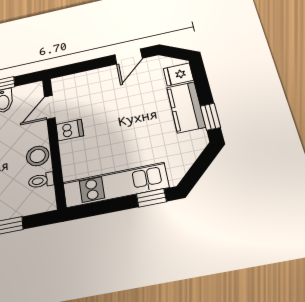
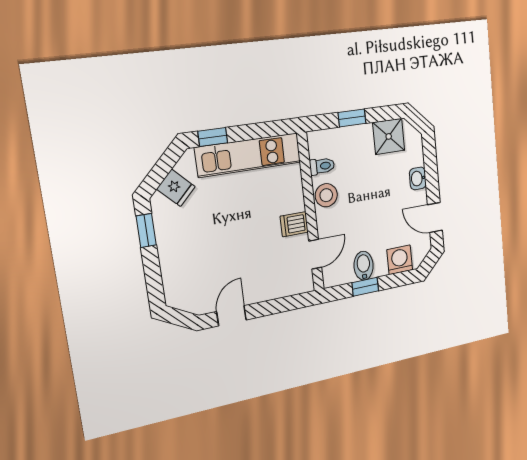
fridge: (178, 74) -> (176, 188), moved, turned 45
kitchen counter: (186, 107) -> (172, 245), removed

